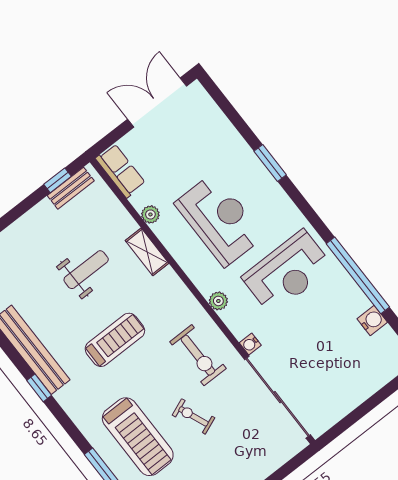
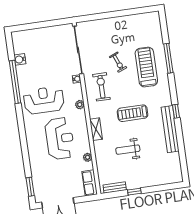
window: (270, 163) -> (30, 187), moved
window: (58, 180) -> (134, 192), moved
reception desk: (219, 220) -> (60, 139), turned 180
shelving: (147, 252) -> (96, 129), moved

